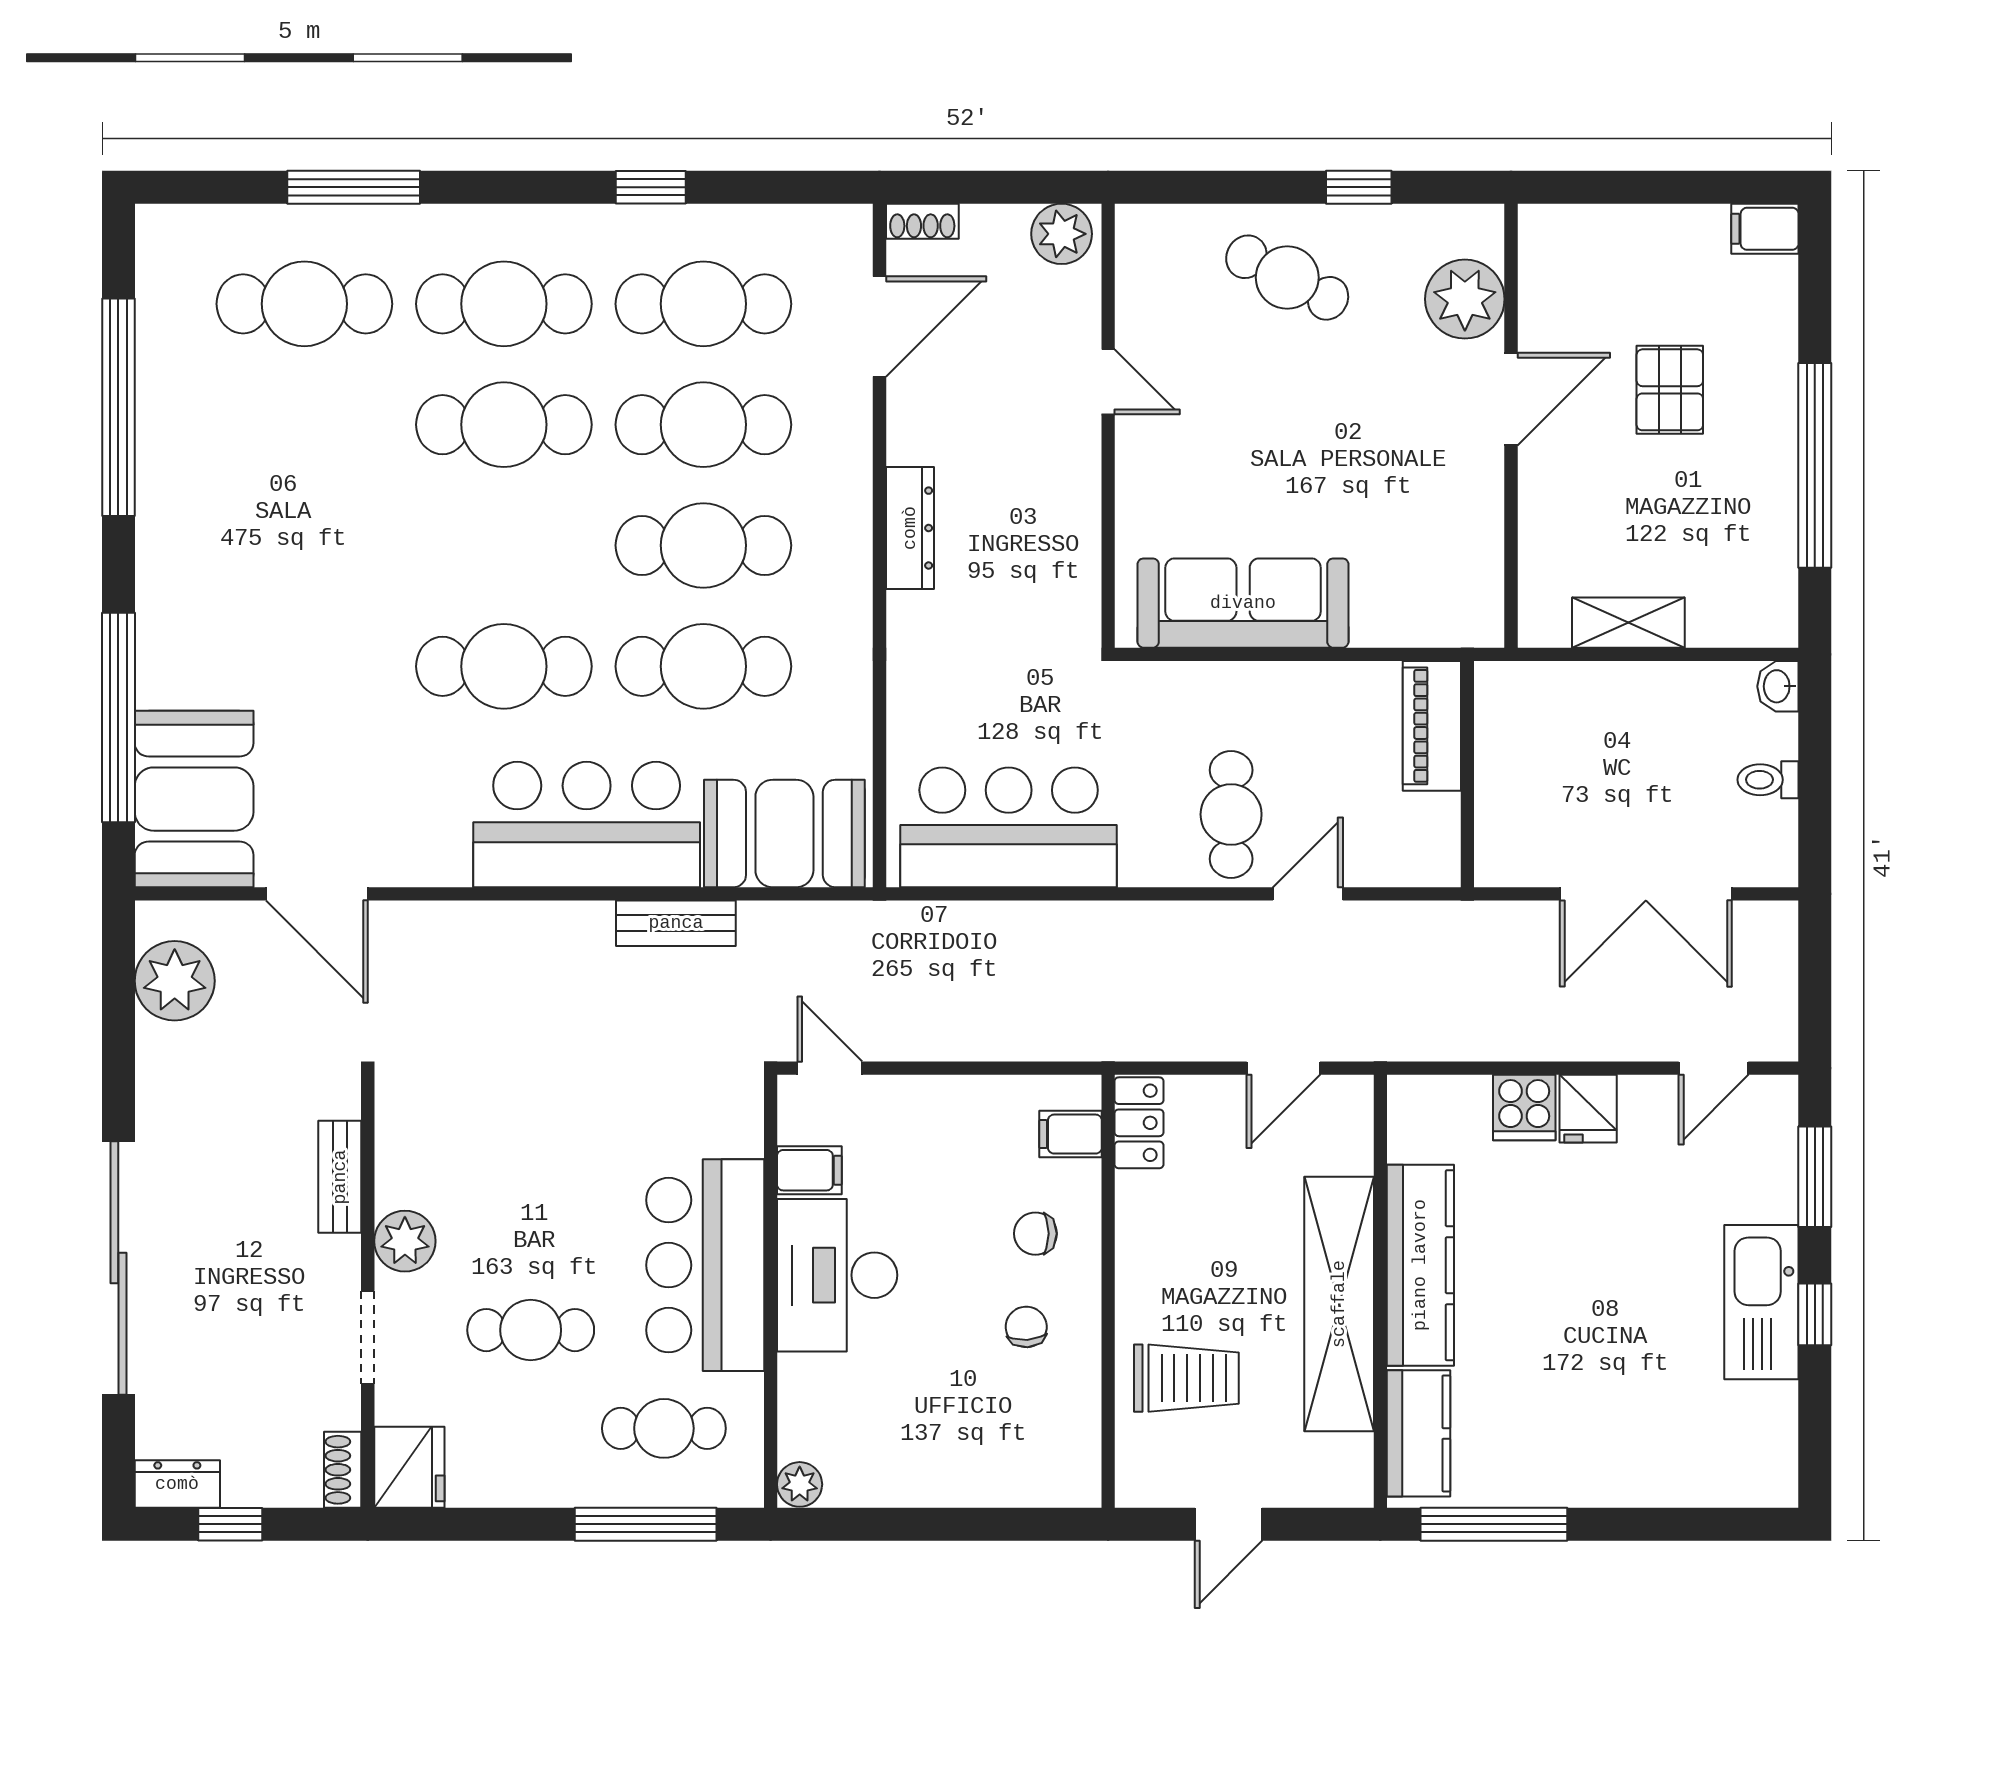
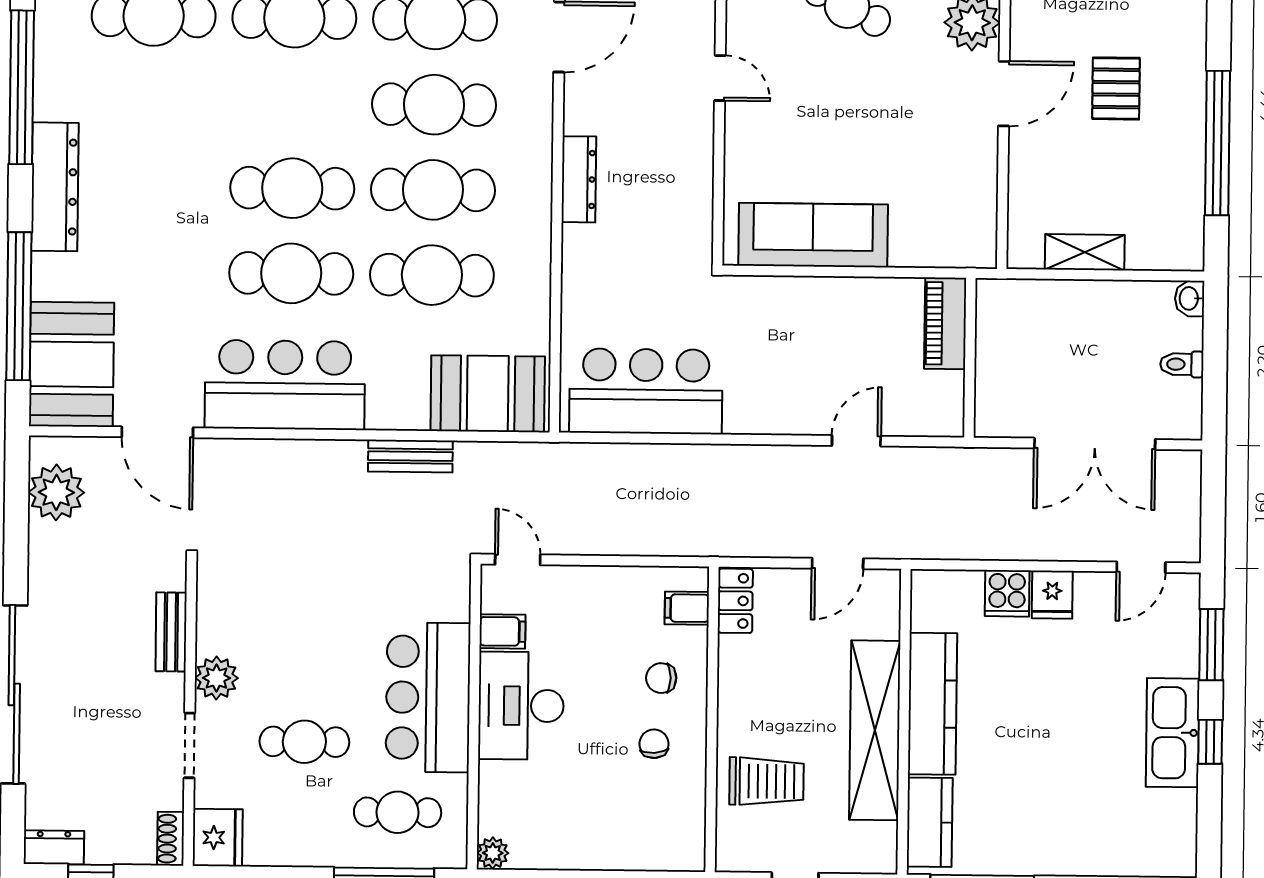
cafe table: (504, 425) -> (292, 188), moved
dresser: (167, 548) -> (55, 187), added
cafe table: (1231, 814) -> (803, 384), removed
bar counter: (587, 825) -> (285, 385), moved

